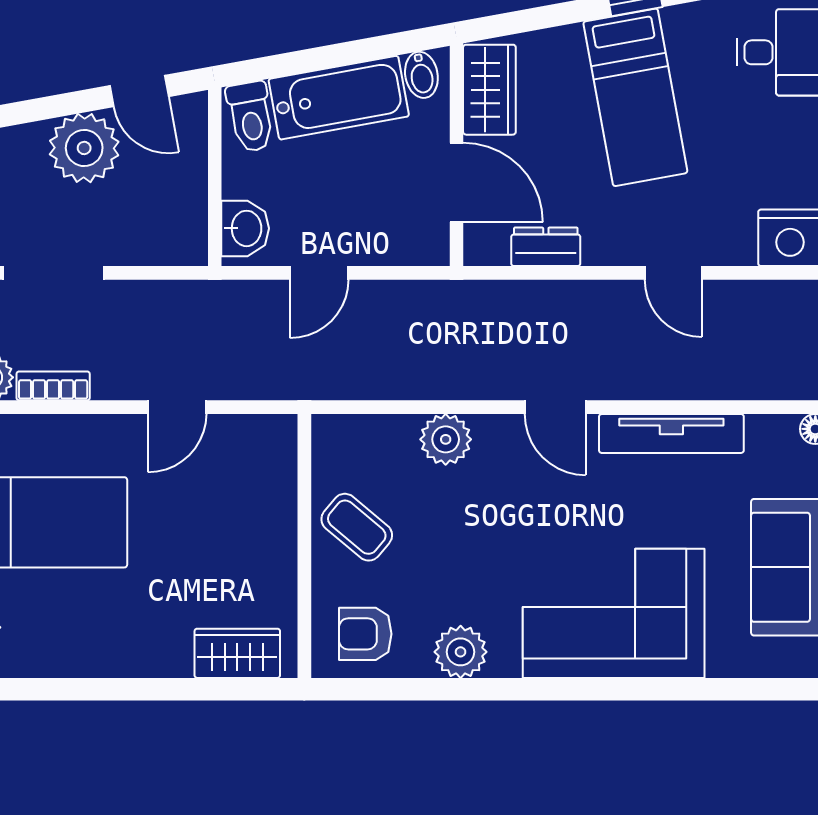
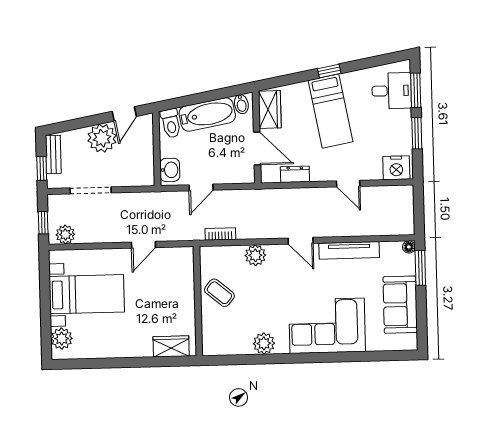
door: (139, 91) -> (124, 114), hinge flipped
bookcase: (53, 386) -> (220, 234), moved
armchair: (365, 634) -> (224, 337), removed

